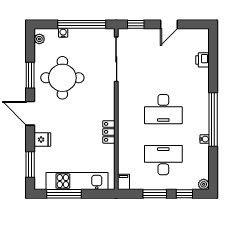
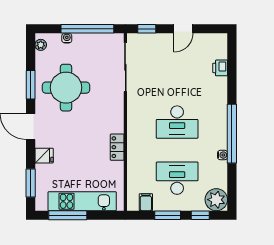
filing cabinet: (123, 182) -> (146, 202), moved
plant: (204, 184) -> (216, 200), width x1.88, depth x1.88

